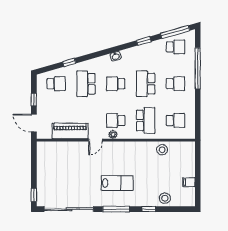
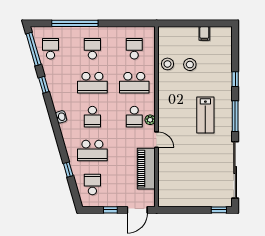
school desk: (146, 121) -> (134, 83), turned 180
lab bench: (117, 183) -> (205, 115), turned 180
stool: (165, 198) -> (190, 65), moved

